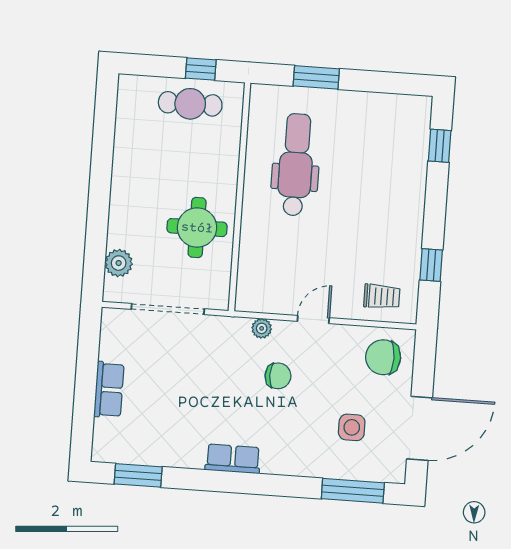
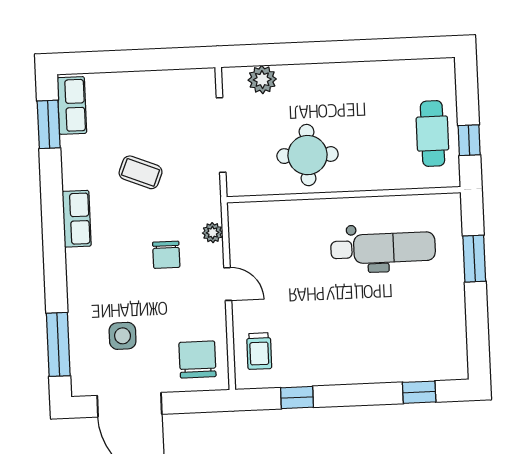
row of seats: (109, 390) -> (72, 105), moved, turned -90
coffee table: (195, 392) -> (141, 172), added

